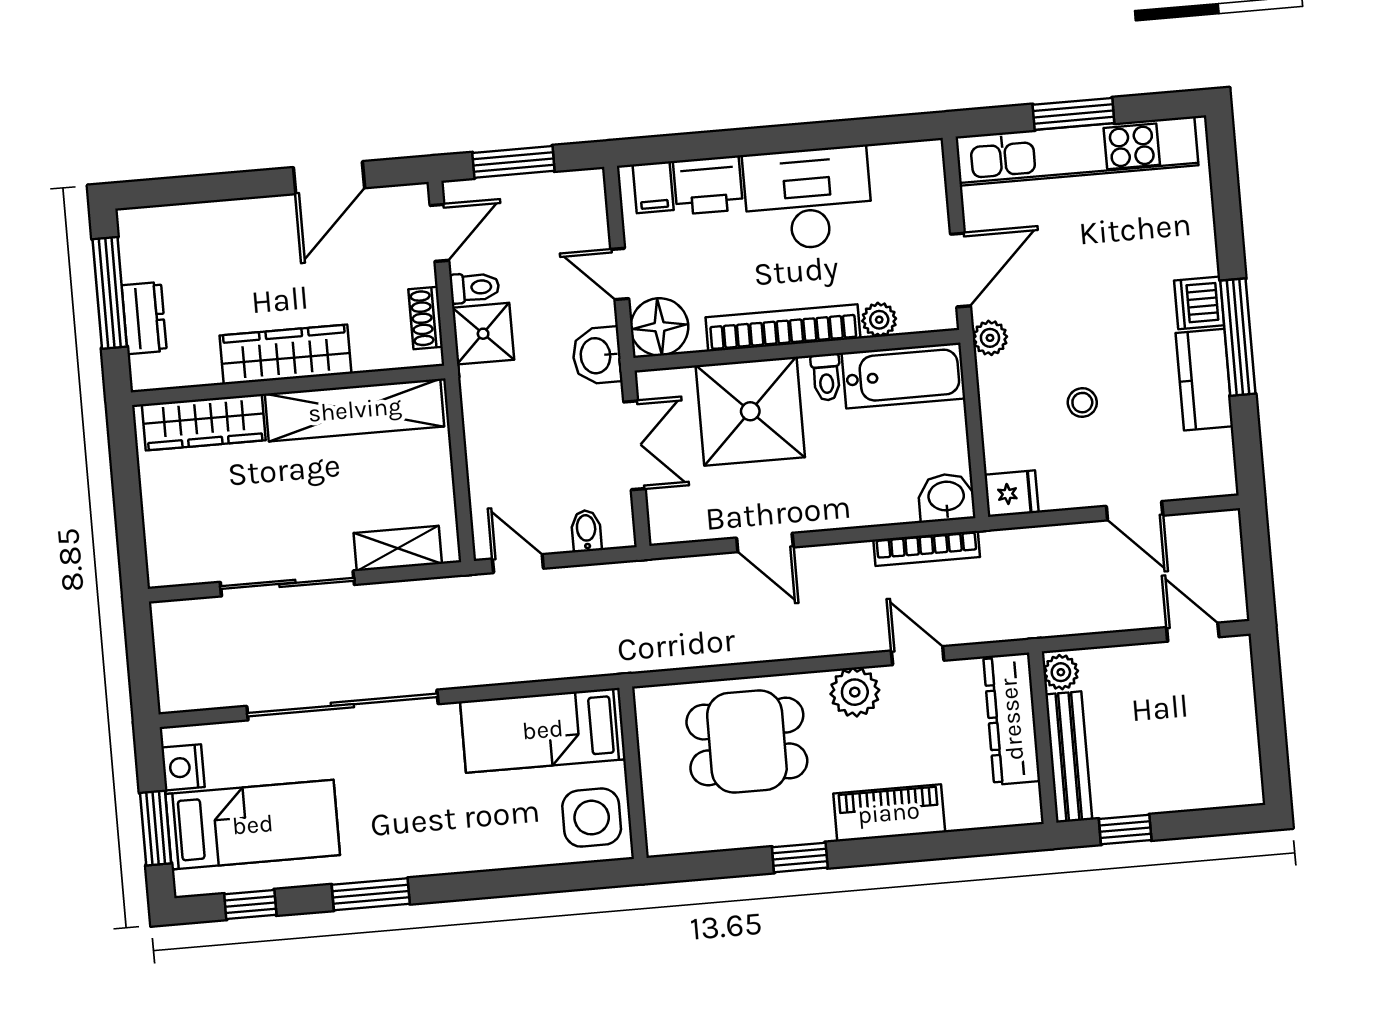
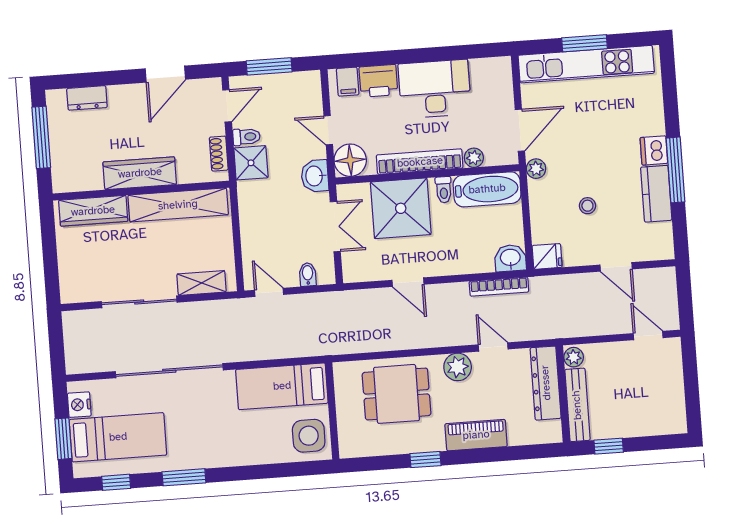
dresser: (144, 318) -> (87, 98), moved, turned 90

